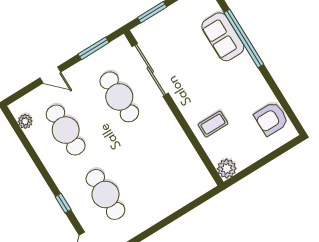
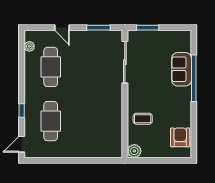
cafe table: (119, 97) -> (96, 67), removed
armchair: (271, 119) -> (180, 137), turned 90

